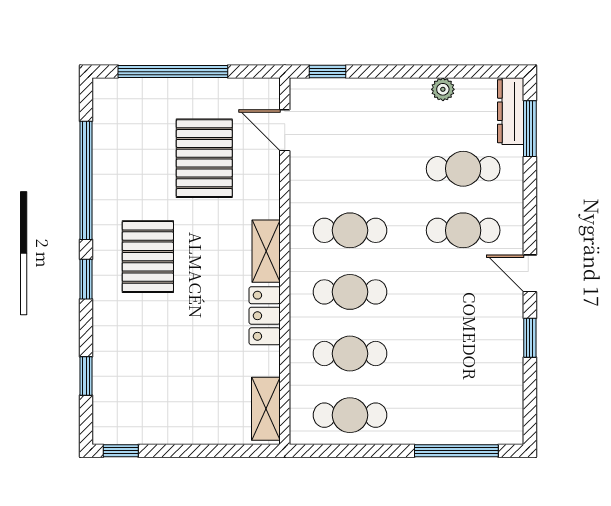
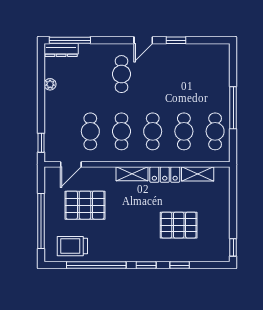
window: (530, 129) -> (70, 40), width x1.44
trolley: (124, 133) -> (72, 246), added
cafe table: (463, 169) -> (90, 131), moved
pallet: (148, 257) -> (179, 225), moved
window: (86, 376) -> (180, 265), moved
shelving: (266, 409) -> (198, 174), moved
window: (456, 451) -> (233, 108), moved

